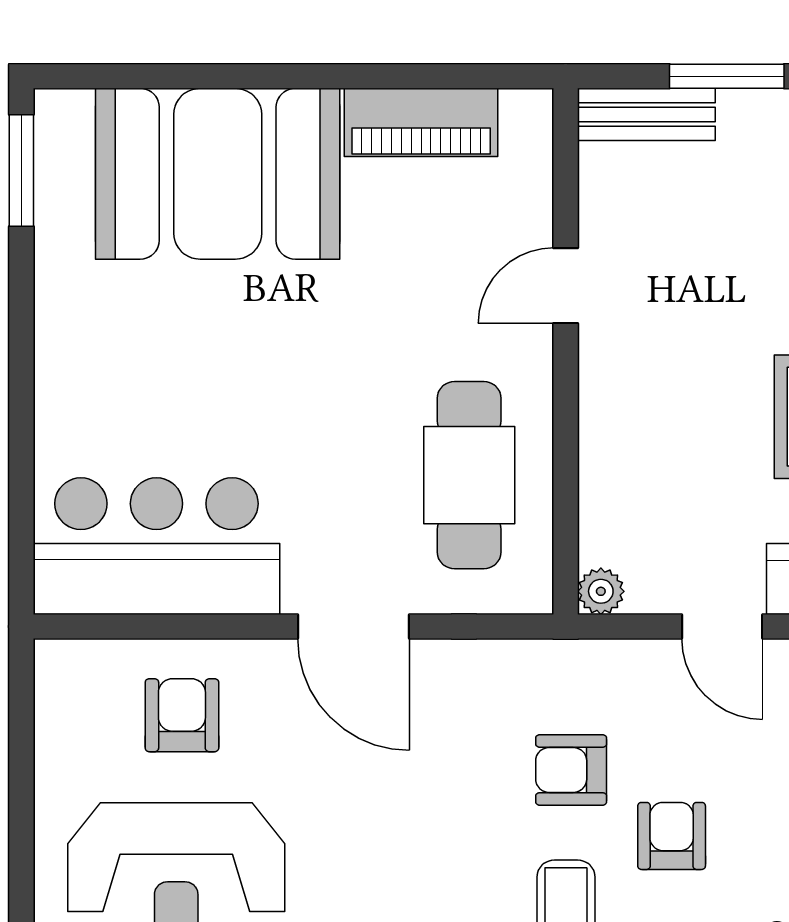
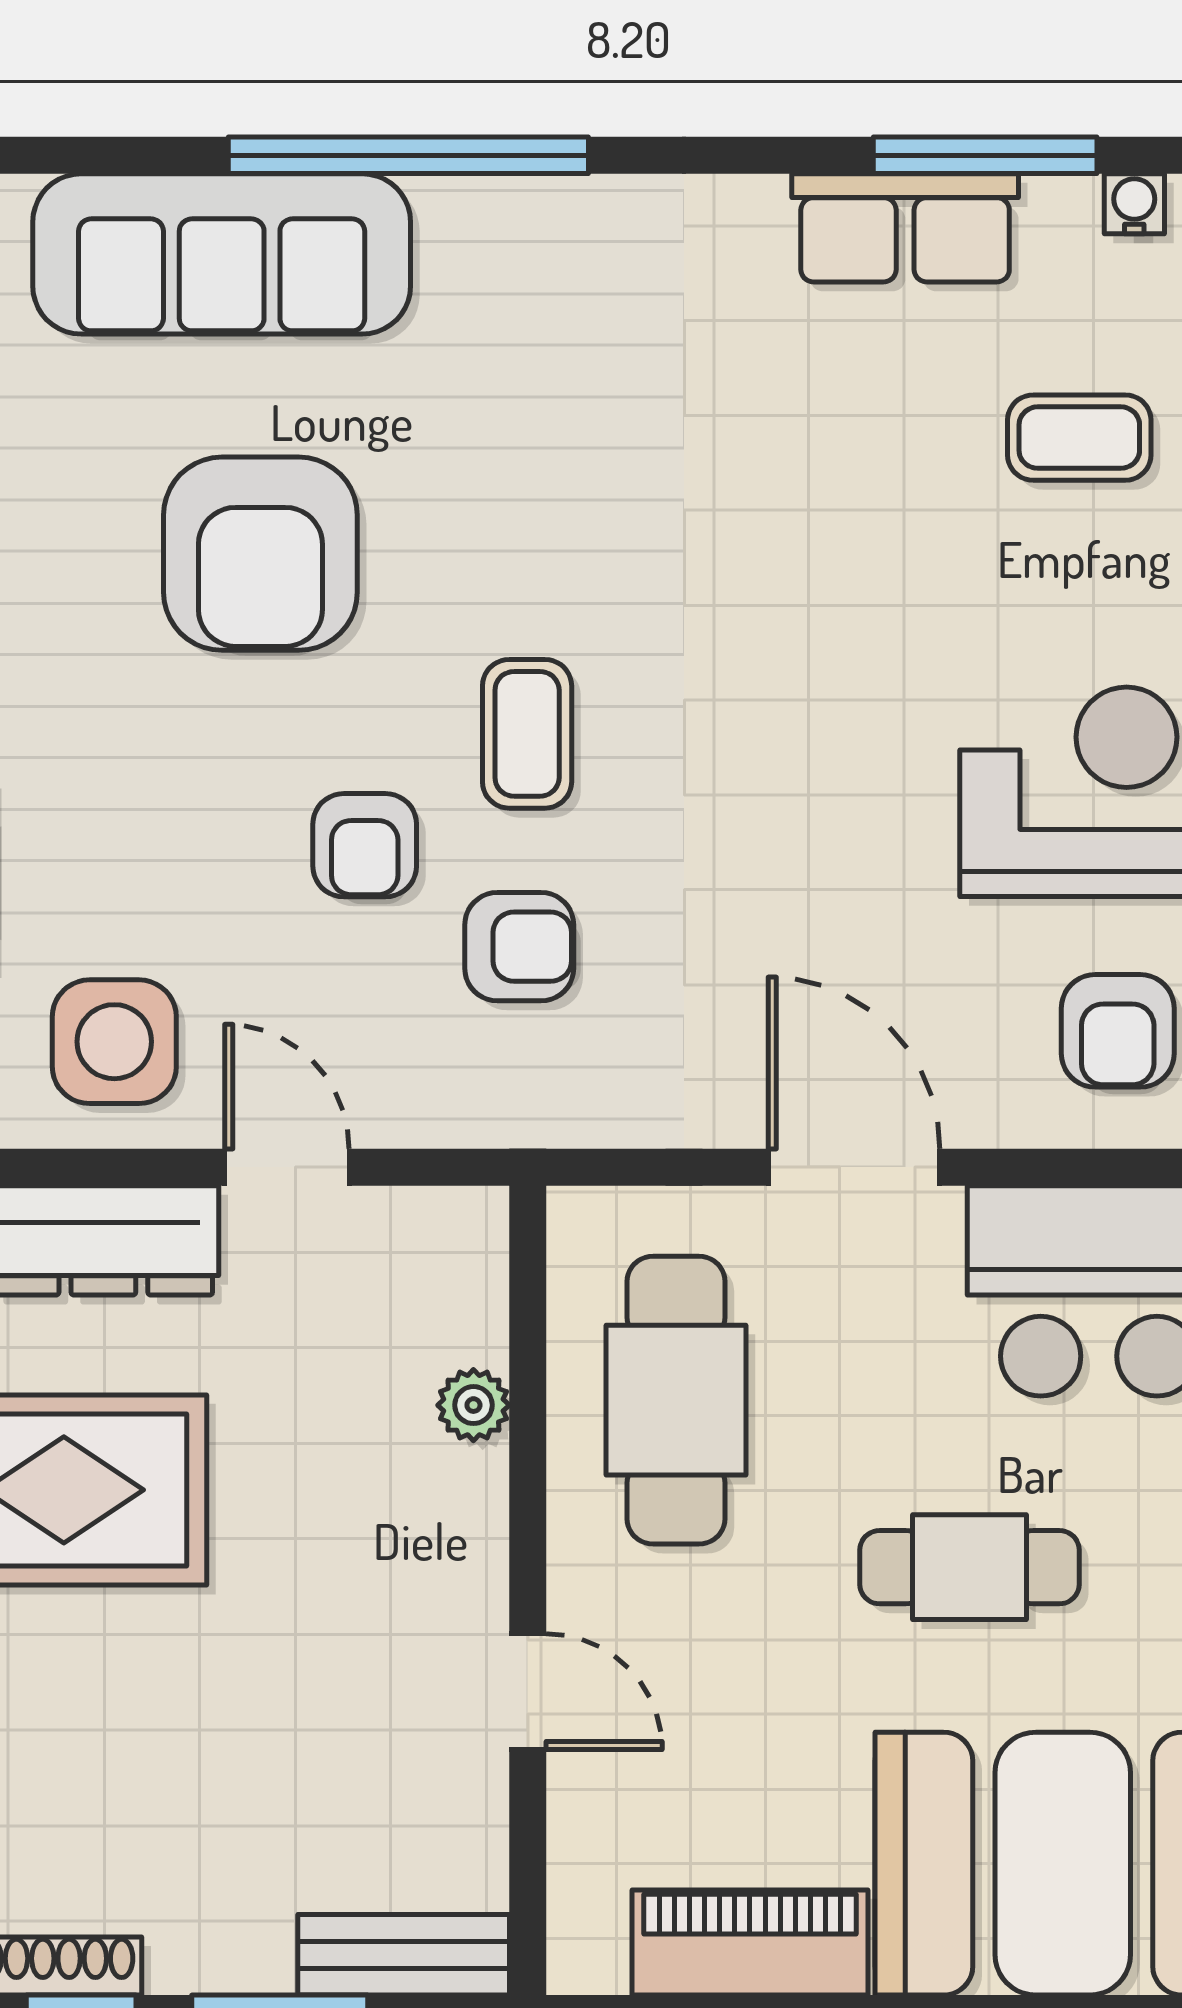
door: (566, 286) -> (528, 1692), hinge flipped
cafe table: (278, 366) -> (970, 1567), added
plant: (601, 591) -> (473, 1405), moved

